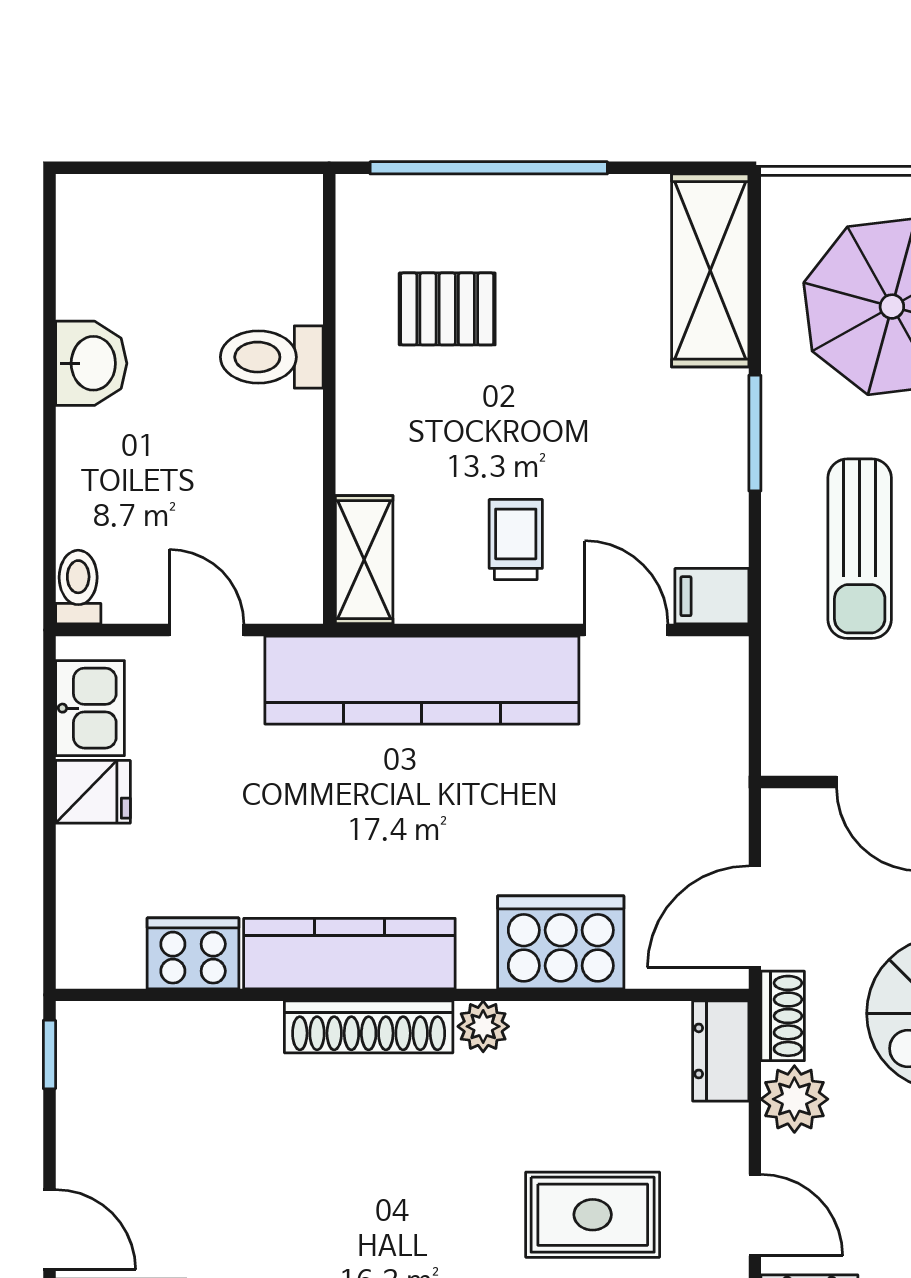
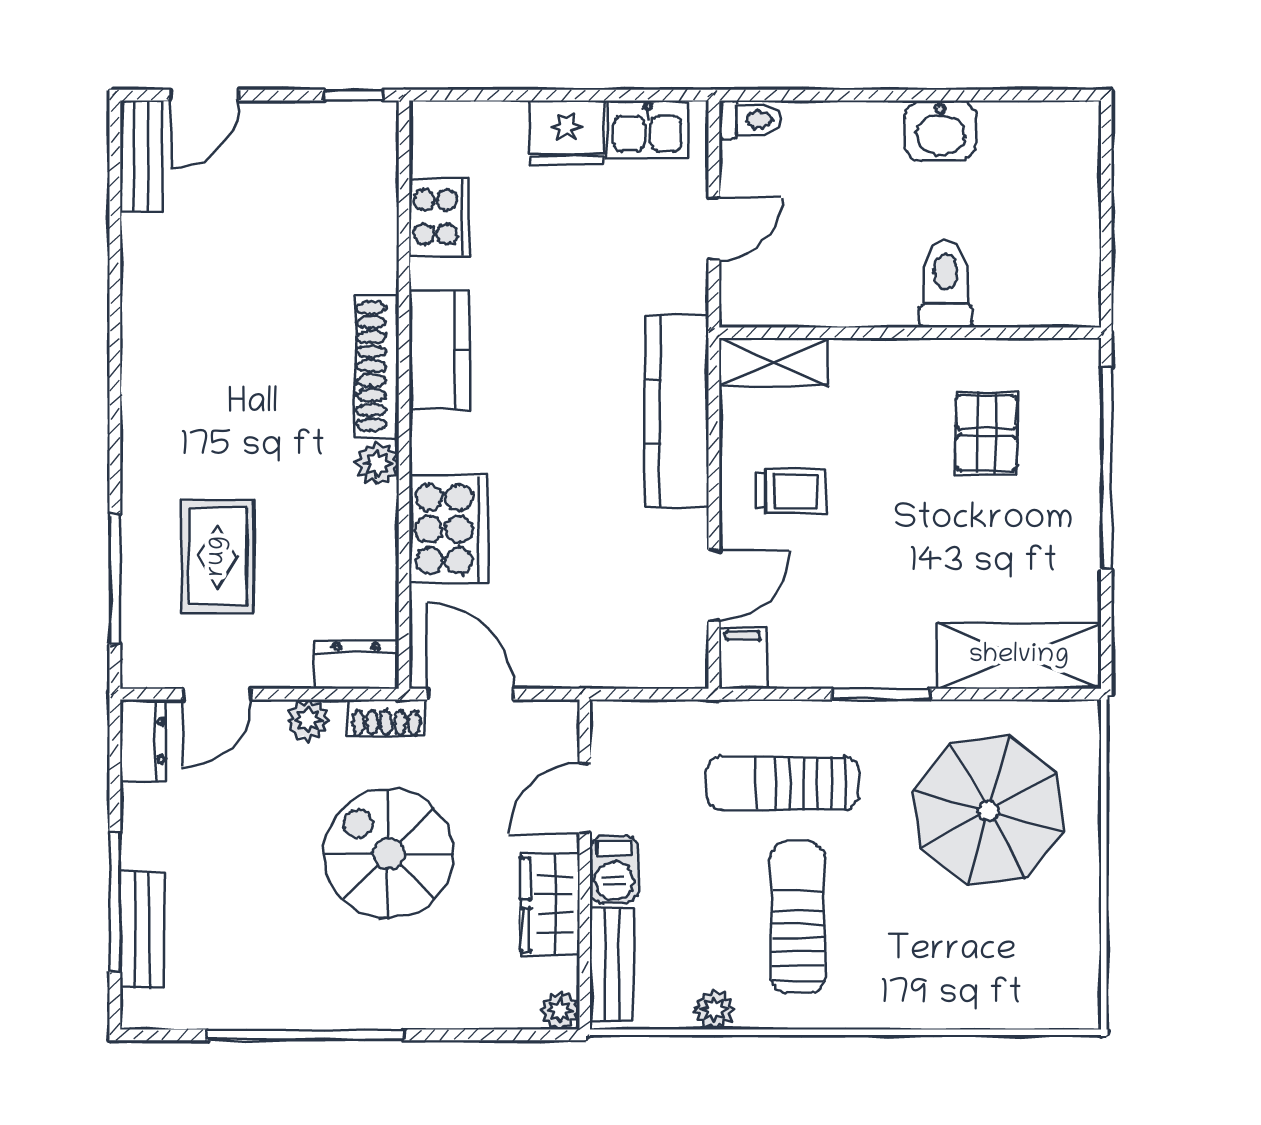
kitchen counter: (422, 680) -> (677, 411), width x0.72, depth x0.86
fridge: (93, 792) -> (566, 132), width x1.38
kitchen counter: (349, 954) -> (439, 350), width x0.67
plant: (794, 1099) -> (308, 720), width x0.73, depth x0.73

